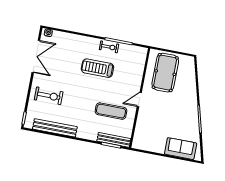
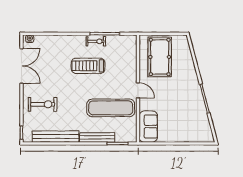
door: (139, 100) -> (138, 90), swing flipped
exercise mat: (111, 111) -> (111, 108), width x1.36, depth x1.45
bench: (114, 140) -> (97, 137), moved
sofa: (181, 149) -> (148, 127), moved, turned 90

